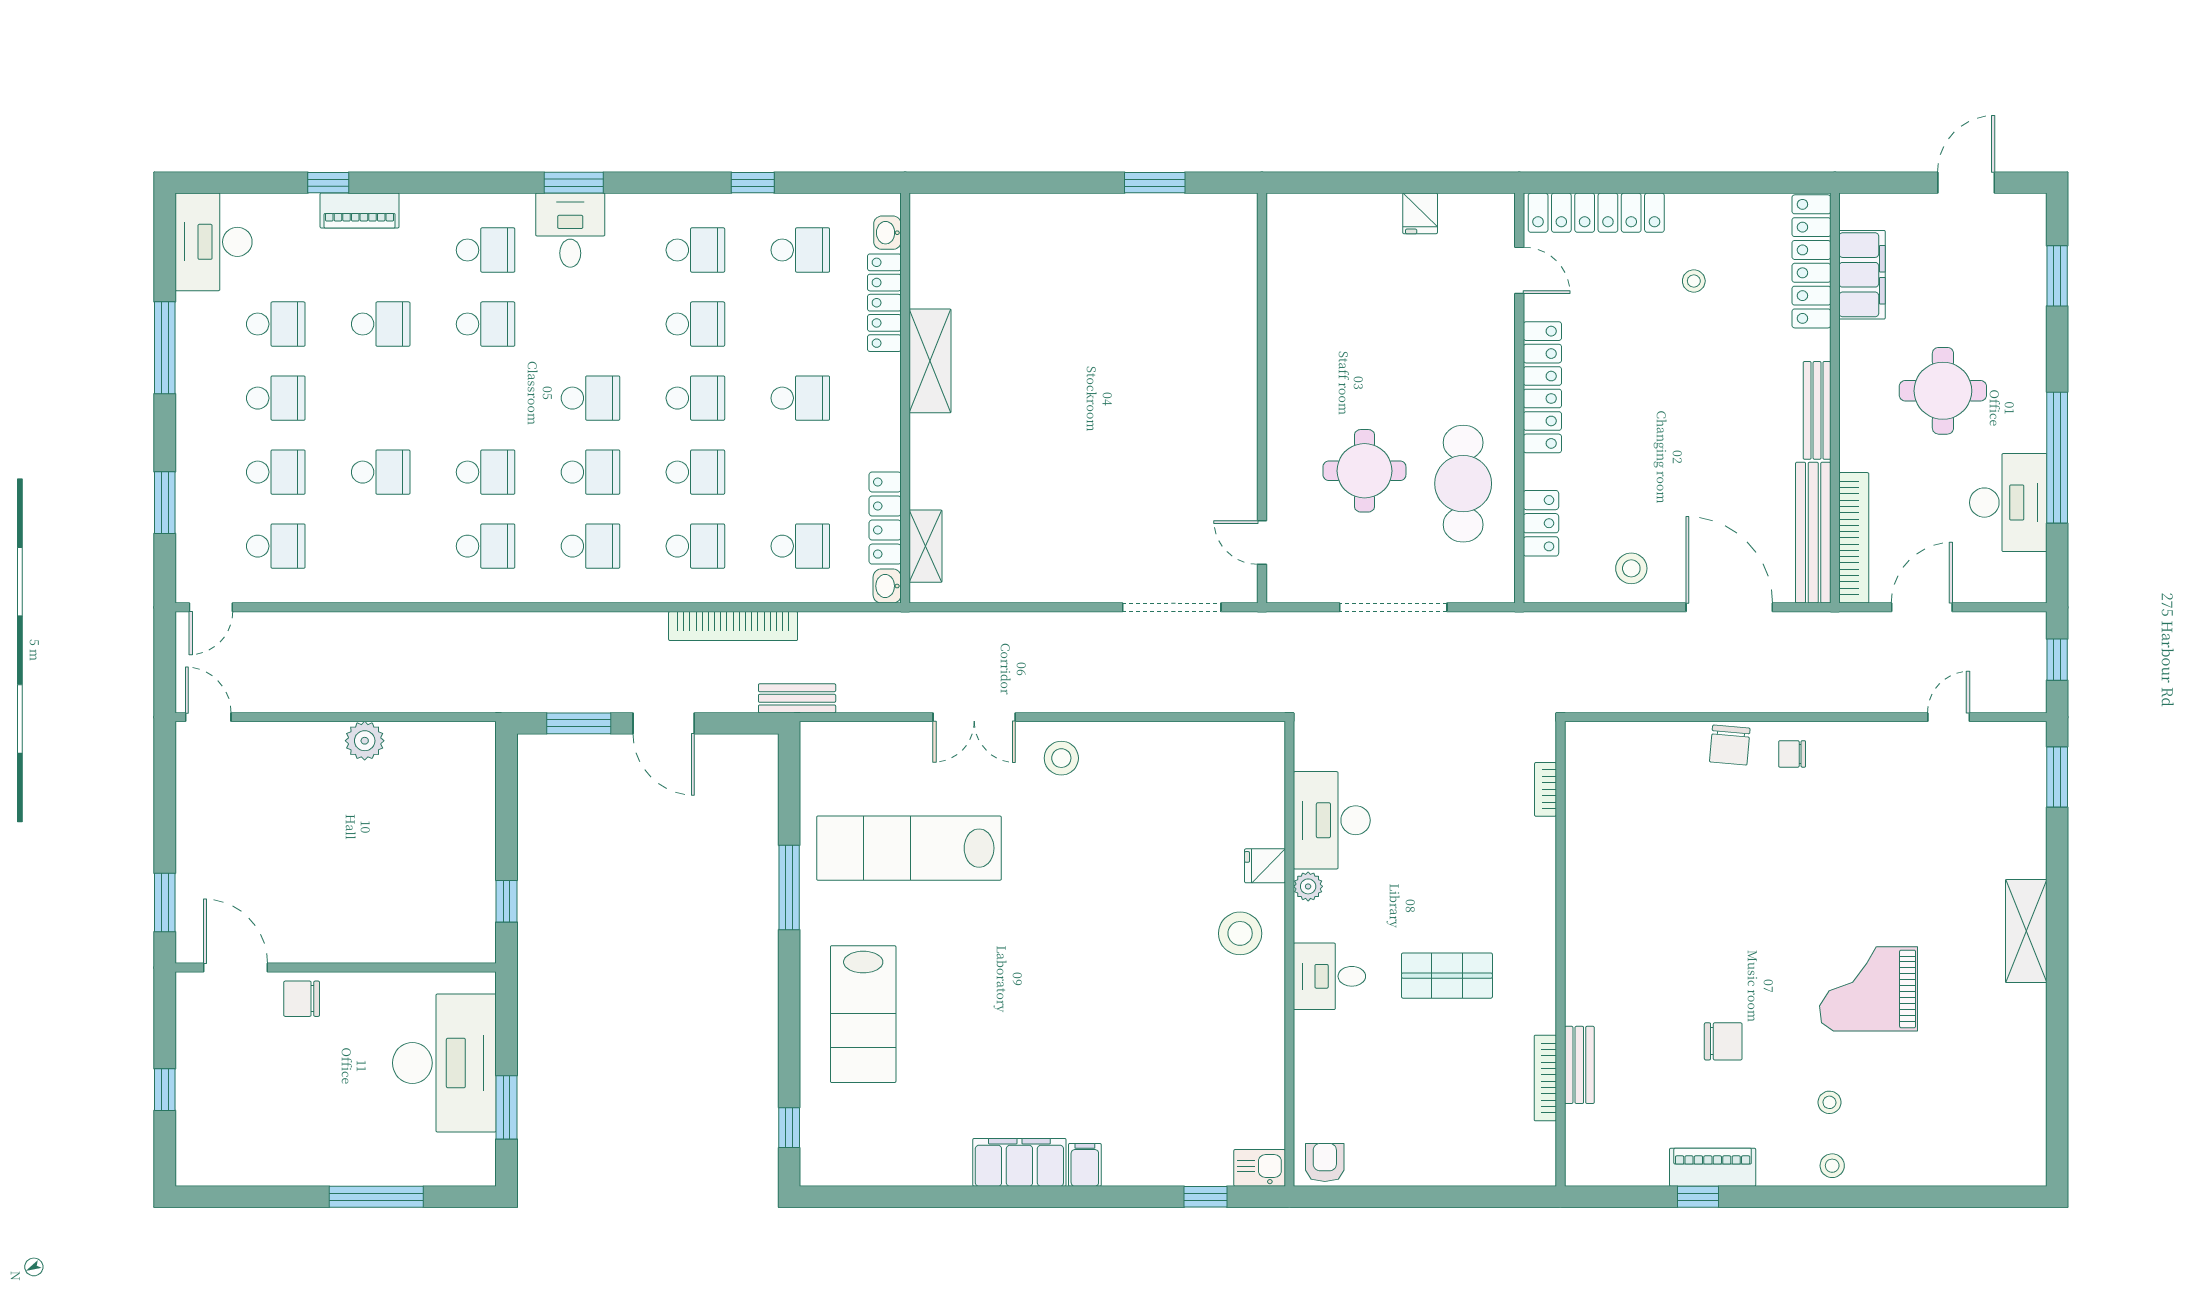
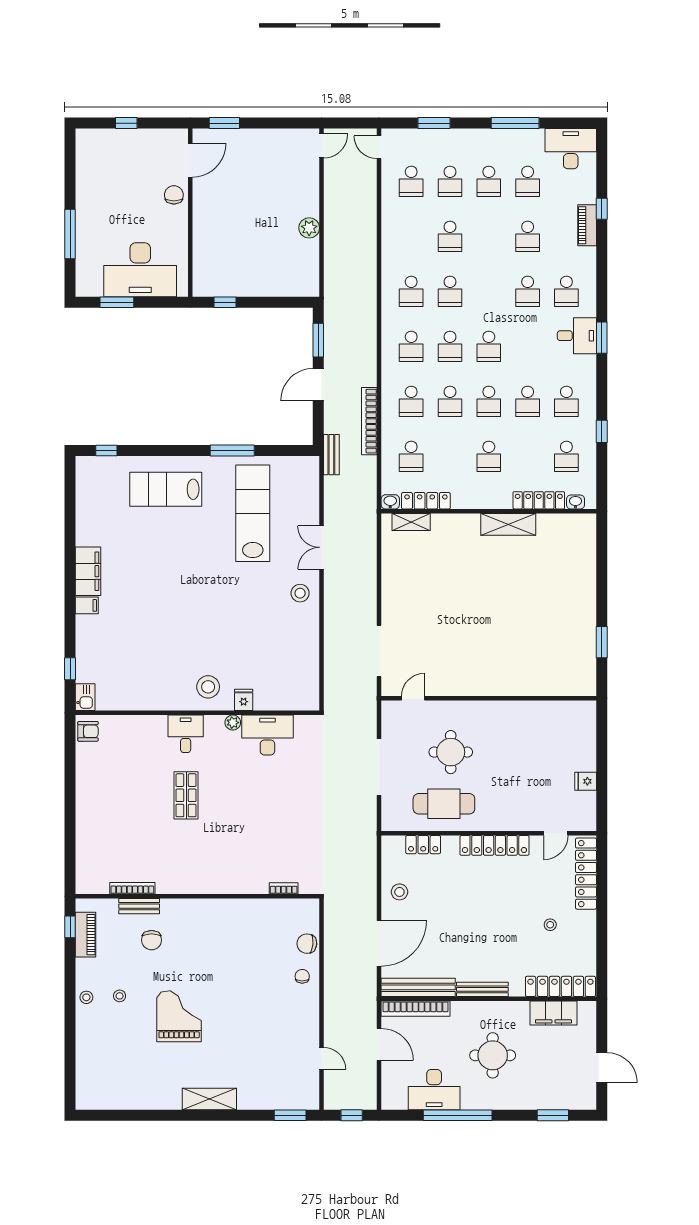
bookcase: (1545, 789) -> (284, 888), moved
wall: (1560, 954) -> (197, 896), moved
bench: (1579, 1065) -> (139, 906), moved
bookcase: (1545, 1078) -> (132, 888), moved

